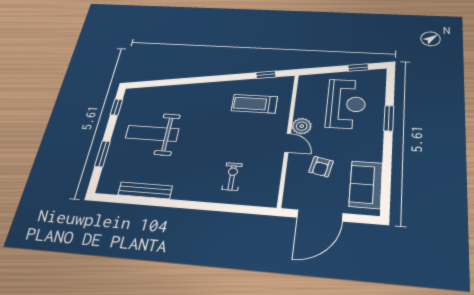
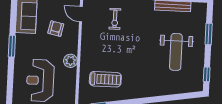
window: (389, 118) -> (12, 46), moved
weight bench: (152, 133) -> (176, 52), turned 90
door: (288, 143) -> (81, 14), moved

